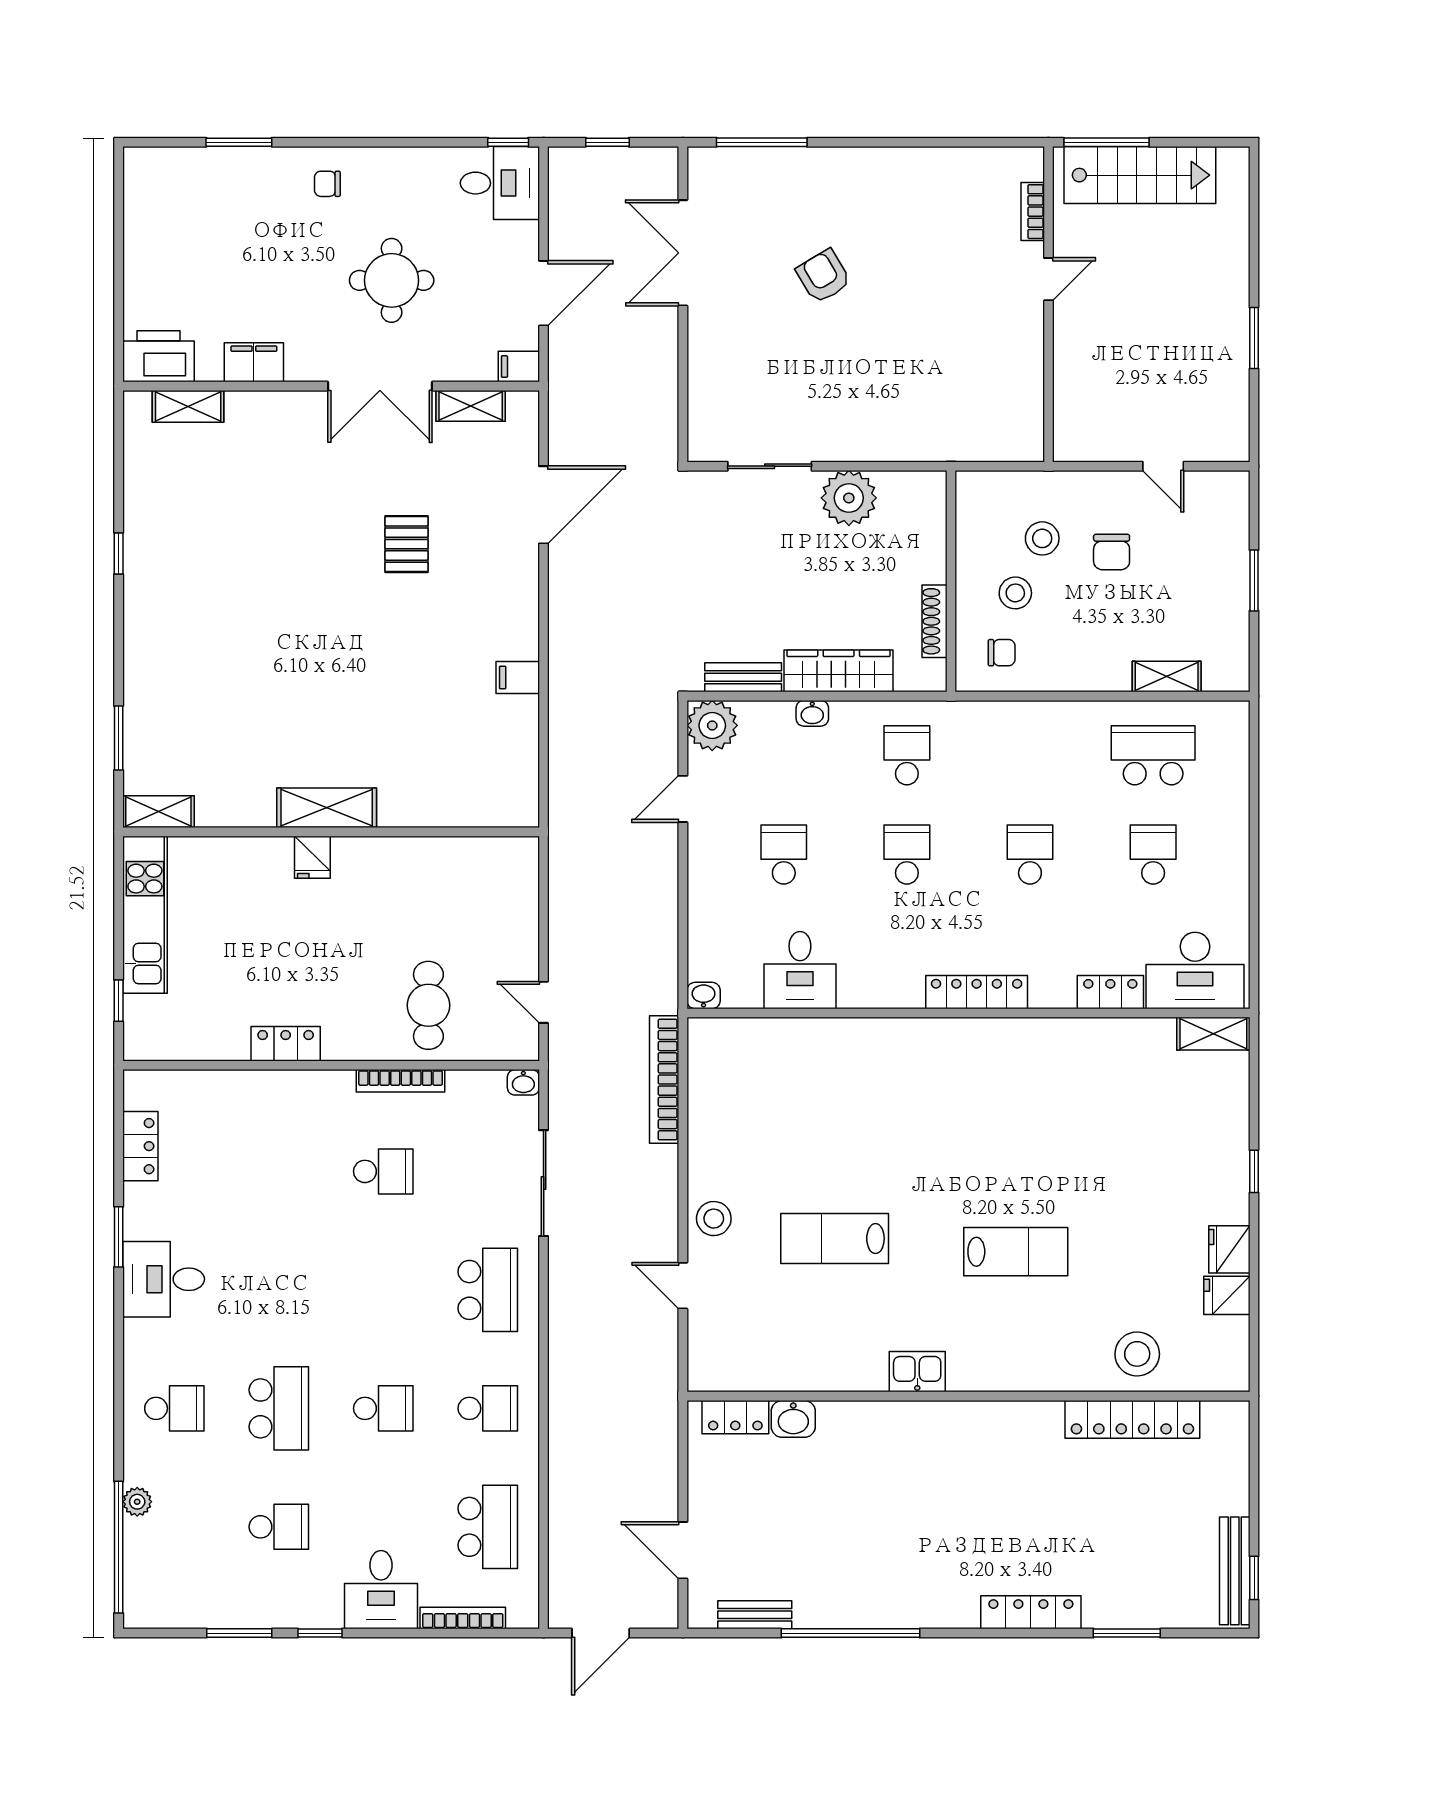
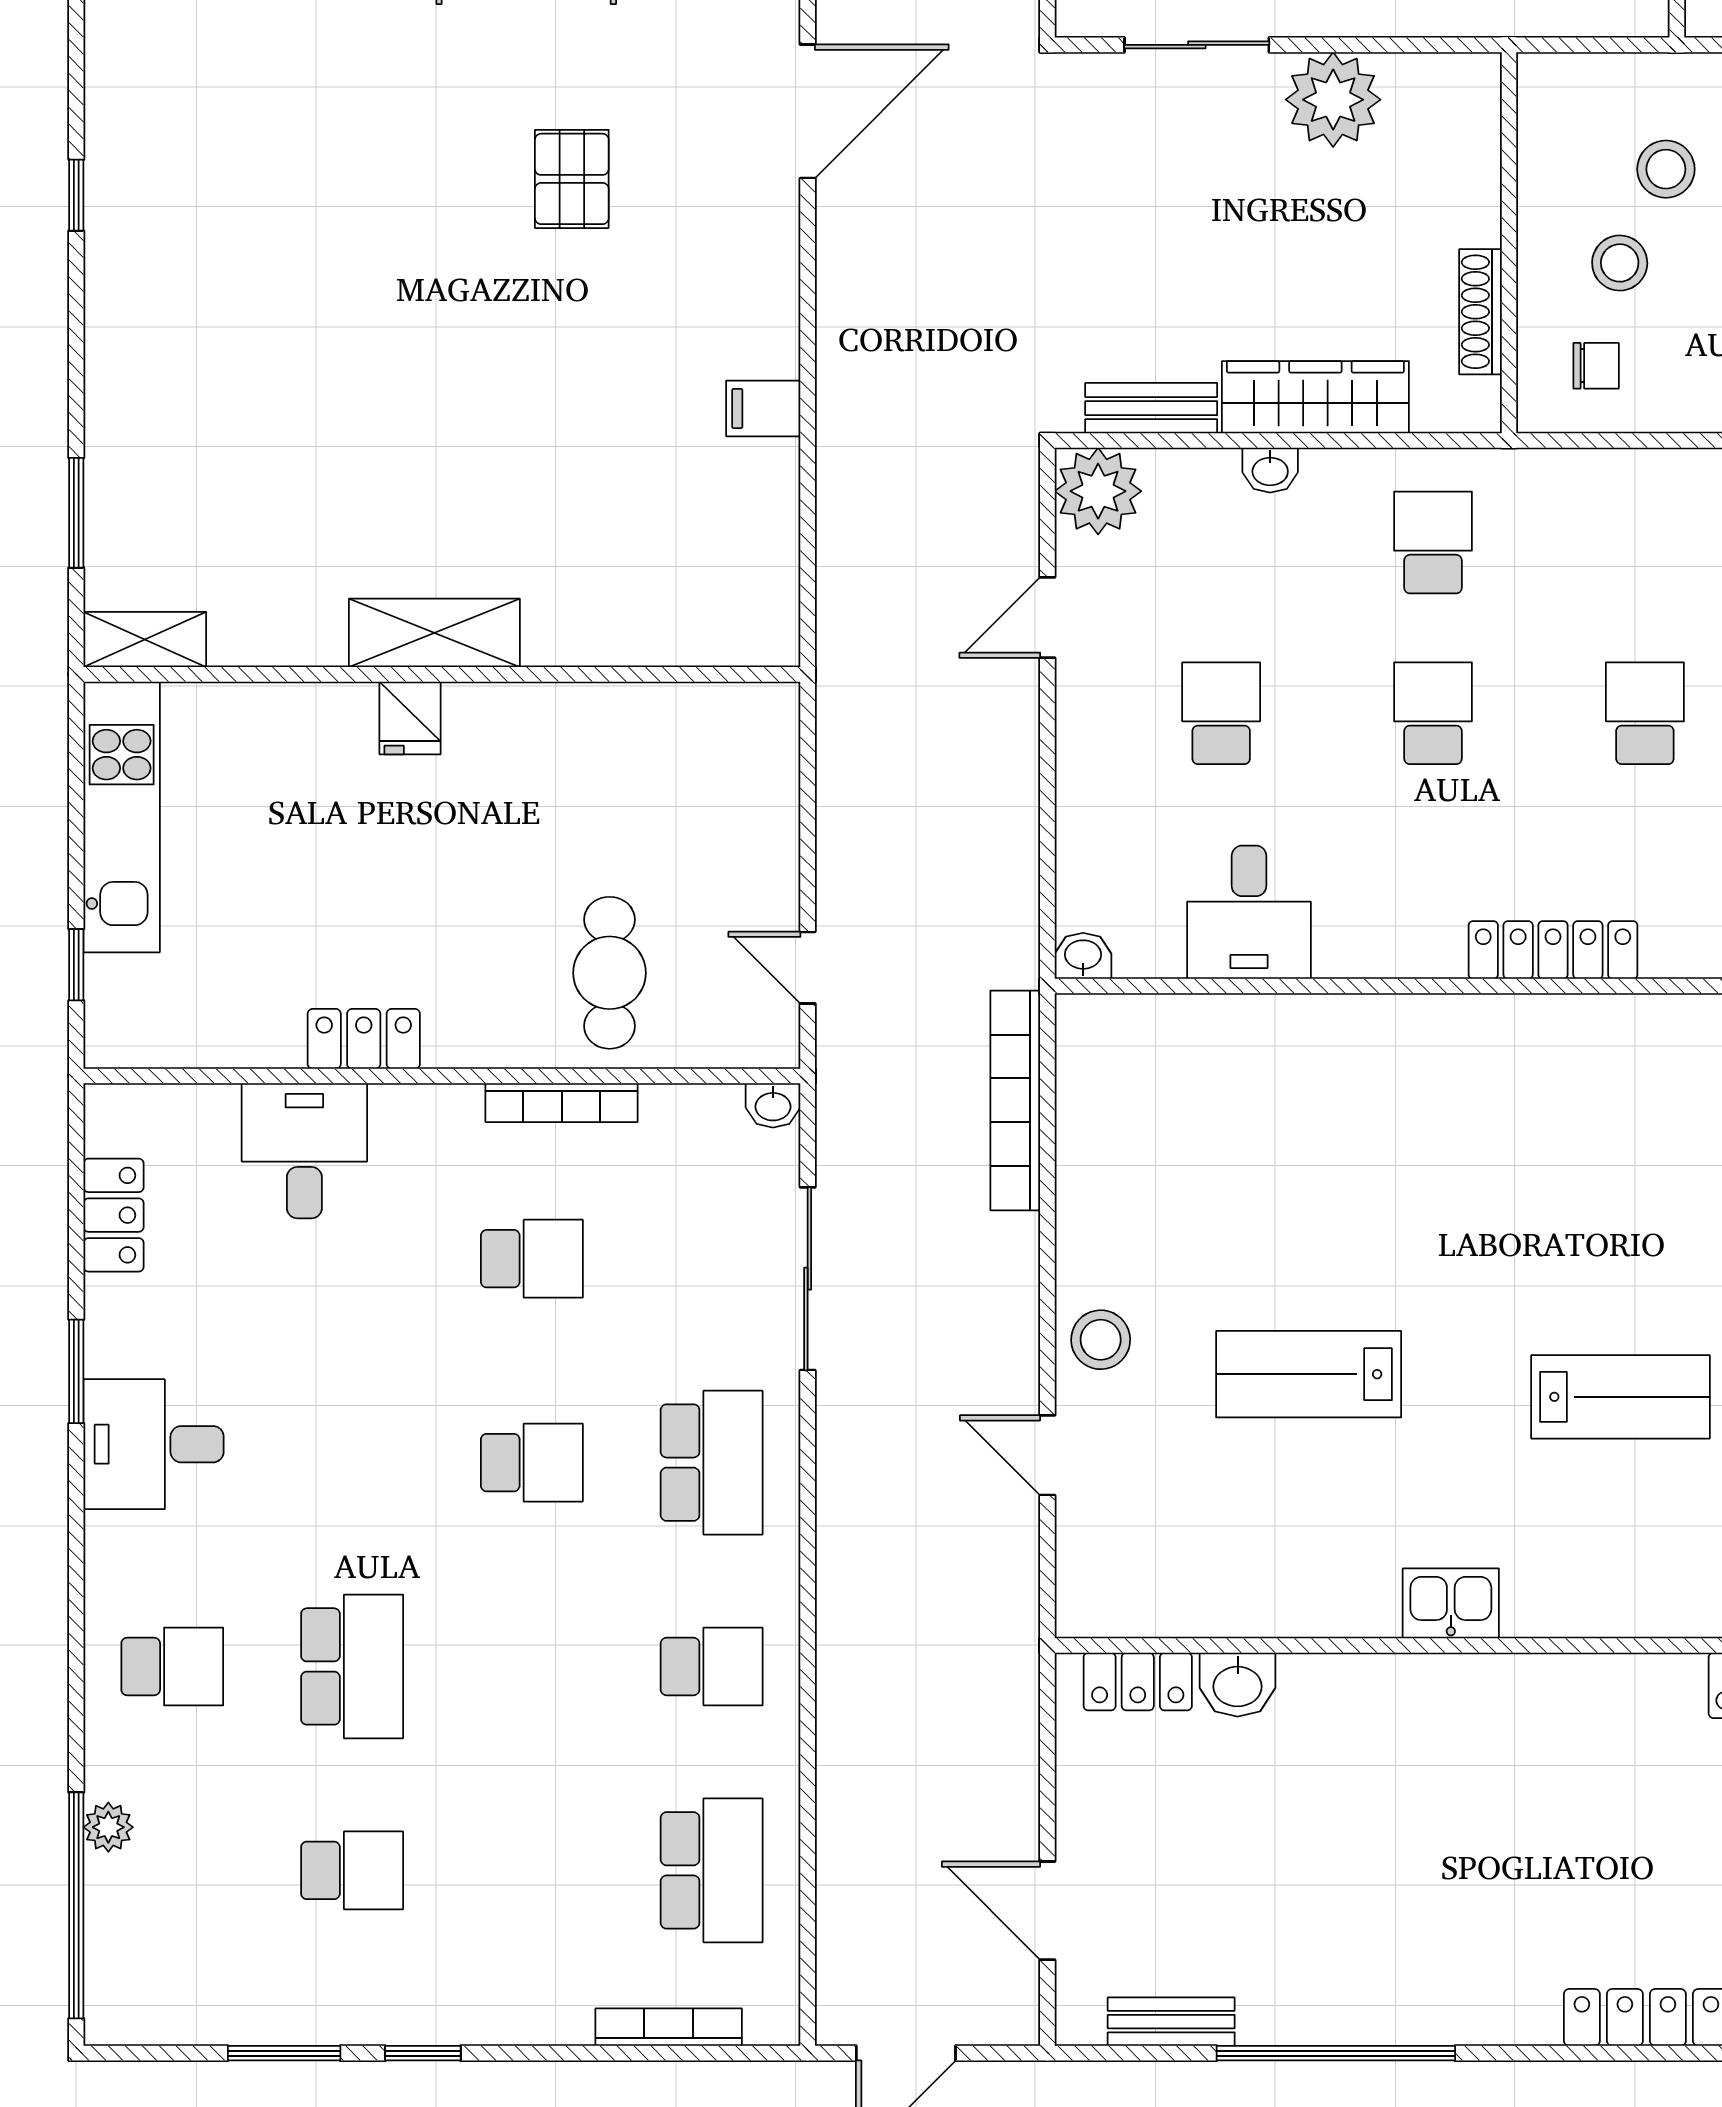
school desk: (383, 1408) -> (532, 1463), moved
desk: (381, 1590) -> (304, 1151), moved, turned 180

